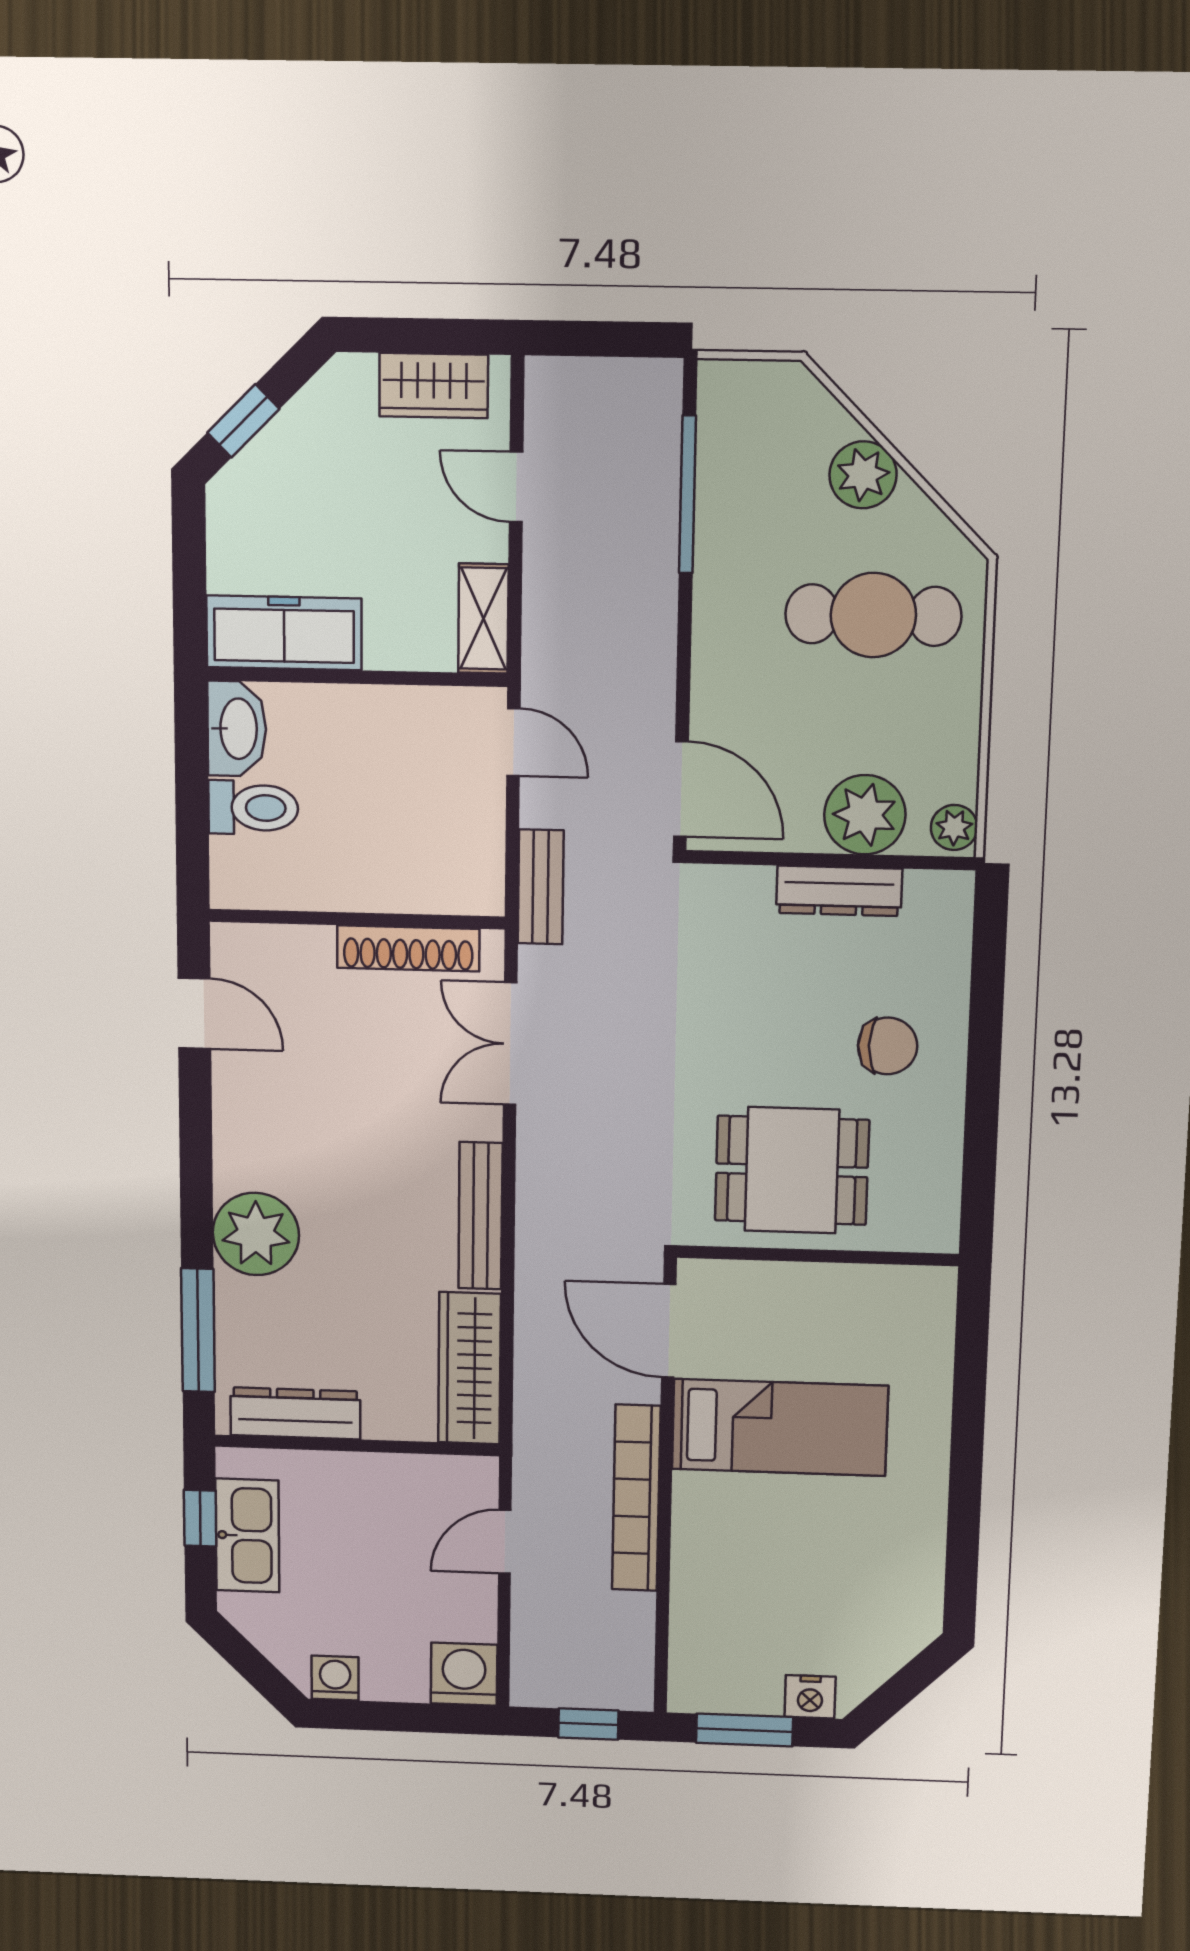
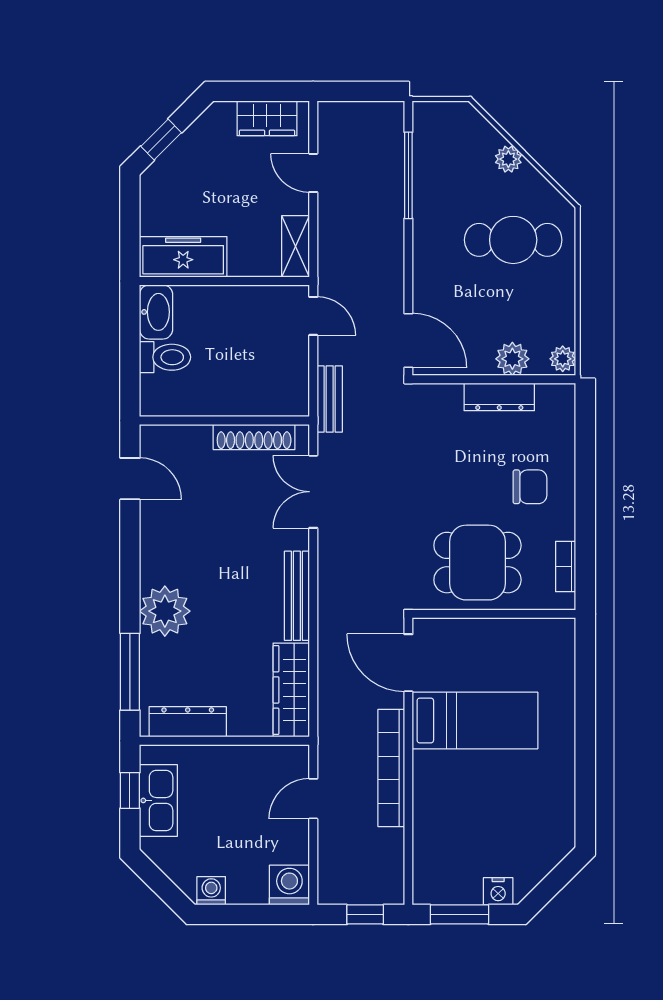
plant: (863, 475) -> (508, 159), width x0.73, depth x0.73
plant: (865, 815) -> (512, 359), width x0.73, depth x0.73
bookcase: (945, 1181) -> (566, 567), added

